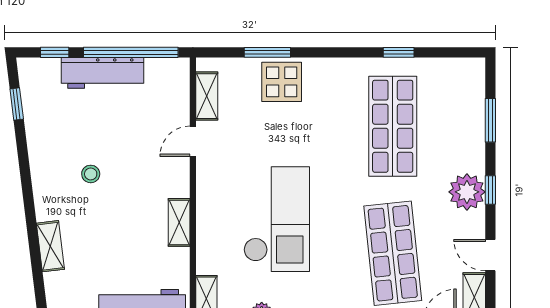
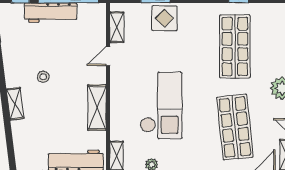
shelving: (179, 222) -> (97, 108), width x1.50, depth x1.33
shelving: (50, 246) -> (15, 104), moved

